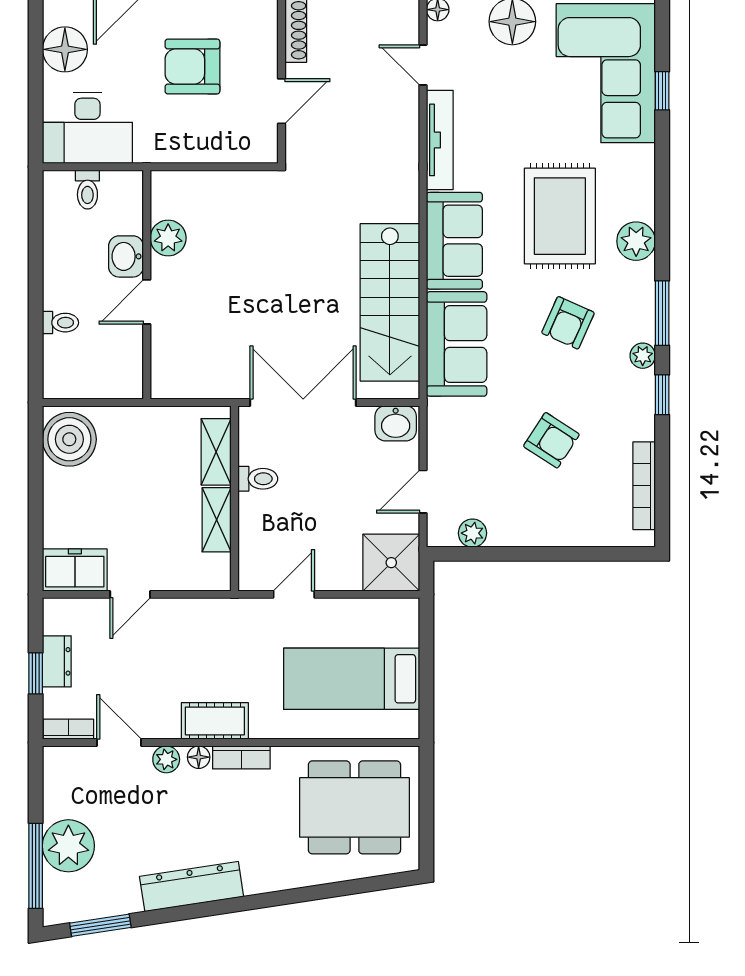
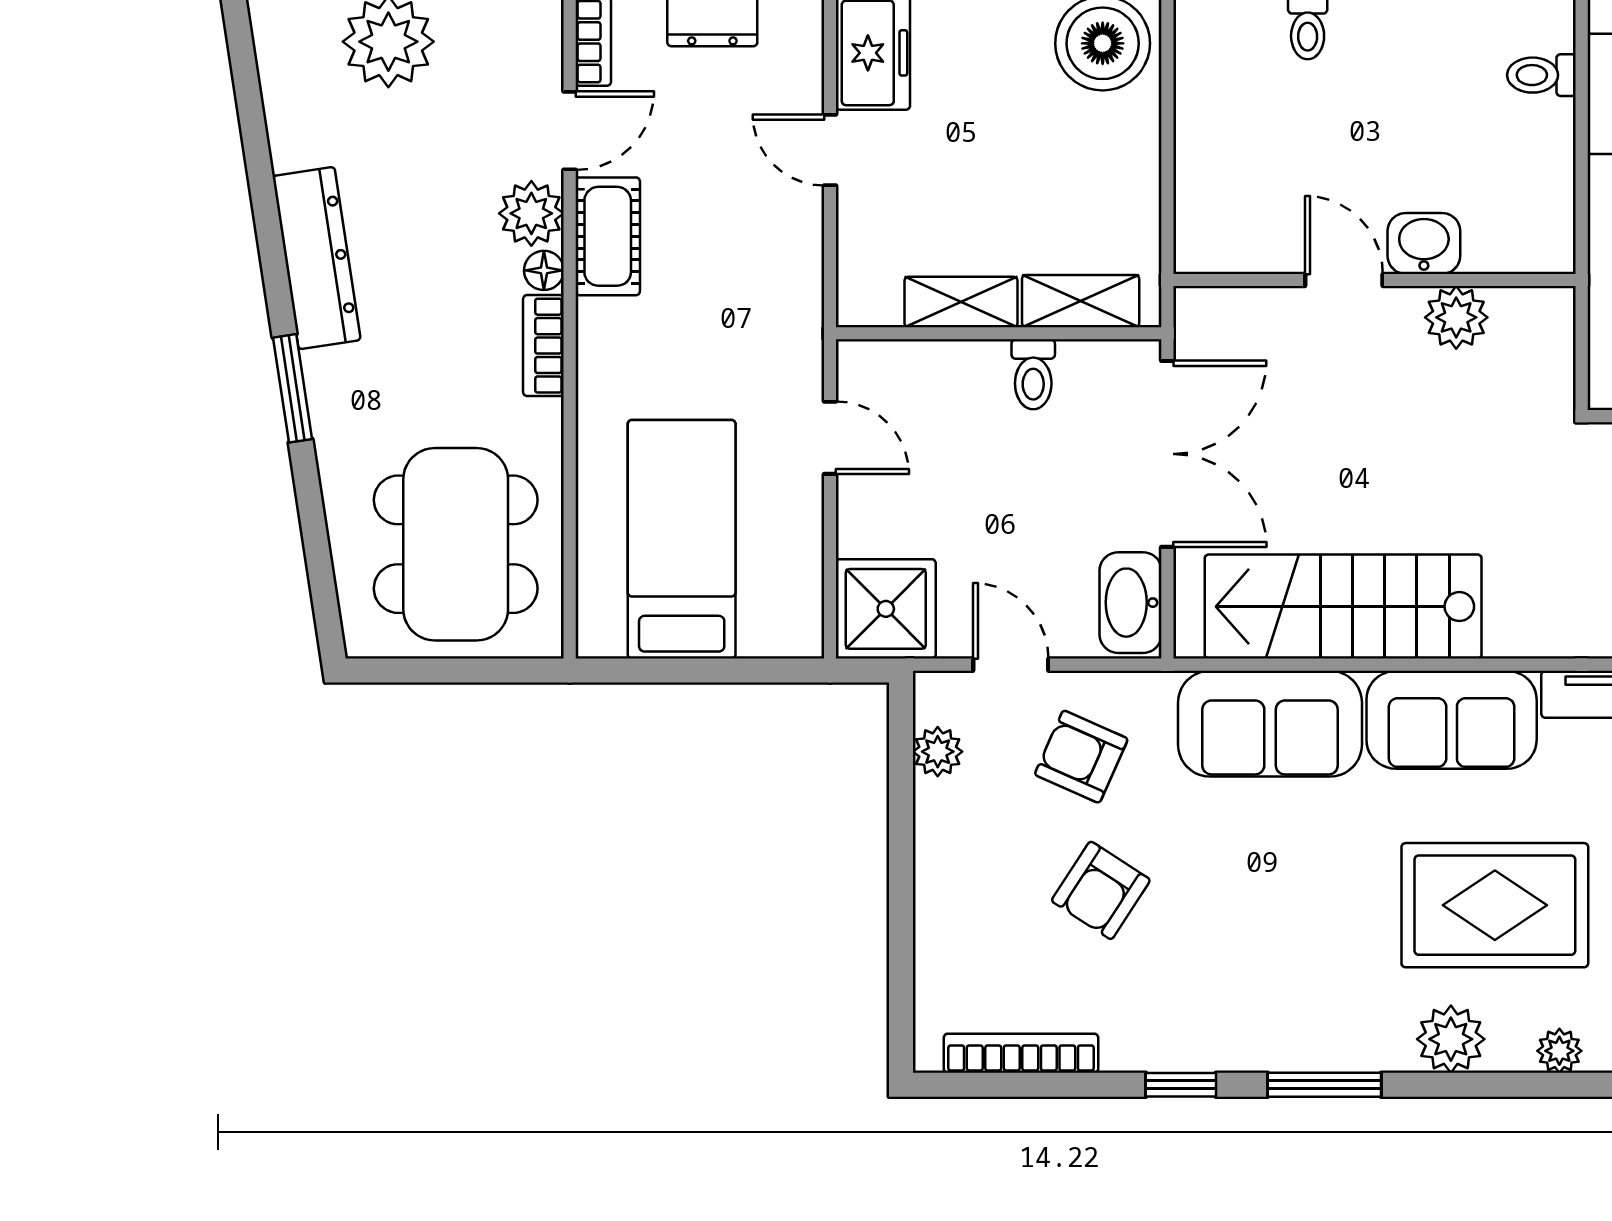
plant: (168, 238) -> (1456, 317), moved
washbasin: (126, 256) -> (1424, 243), moved
wall: (147, 285) -> (1374, 280), moved
door: (147, 302) -> (1344, 280), moved
armchair: (568, 323) -> (1081, 757), moved
plant: (643, 356) -> (1559, 1051), moved
washbasin: (396, 423) -> (1131, 603), width x1.38
cot: (215, 721) -> (608, 236), moved
plant: (166, 759) -> (531, 213), width x1.38, depth x1.38
window: (100, 925) -> (293, 388), moved

